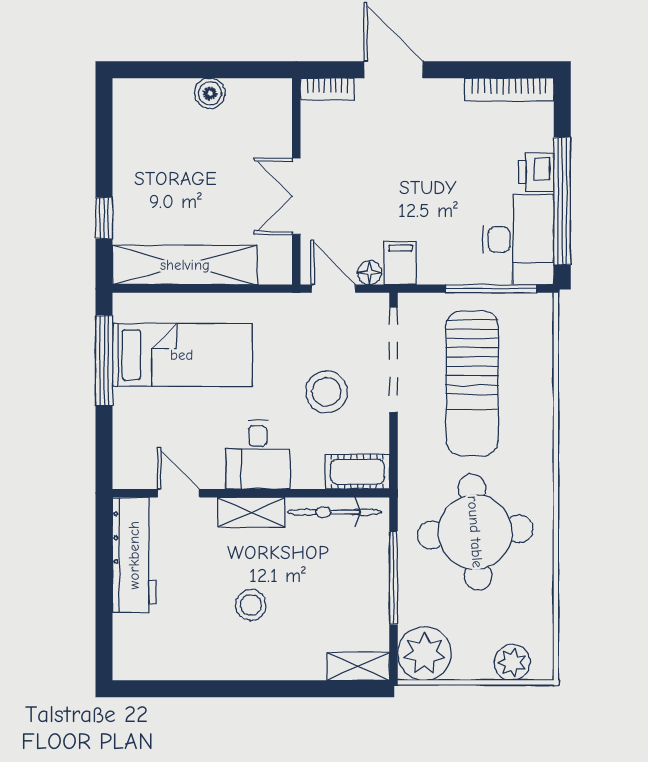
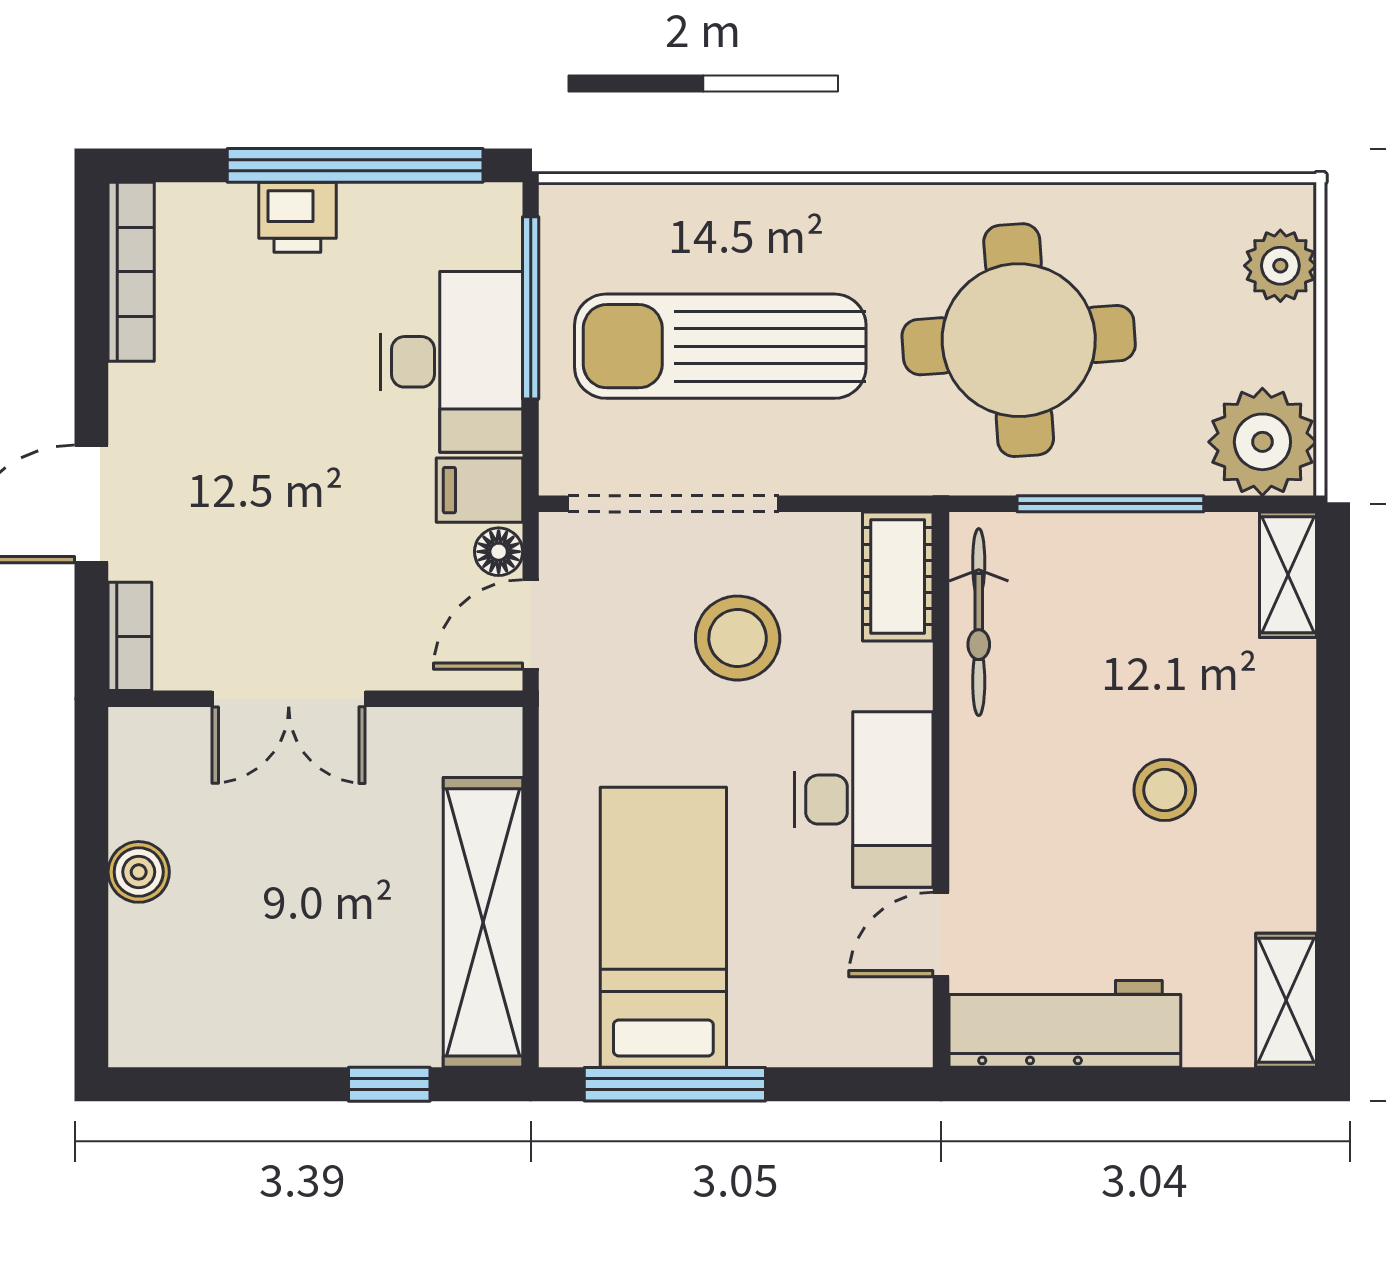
double door: (296, 196) -> (289, 699), moved
desk: (518, 239) -> (451, 362), moved, turned 90
sun lounger: (472, 383) -> (720, 346), turned 180
desk: (258, 455) -> (864, 800), width x1.37
shelving: (252, 512) -> (1286, 1000), moved

